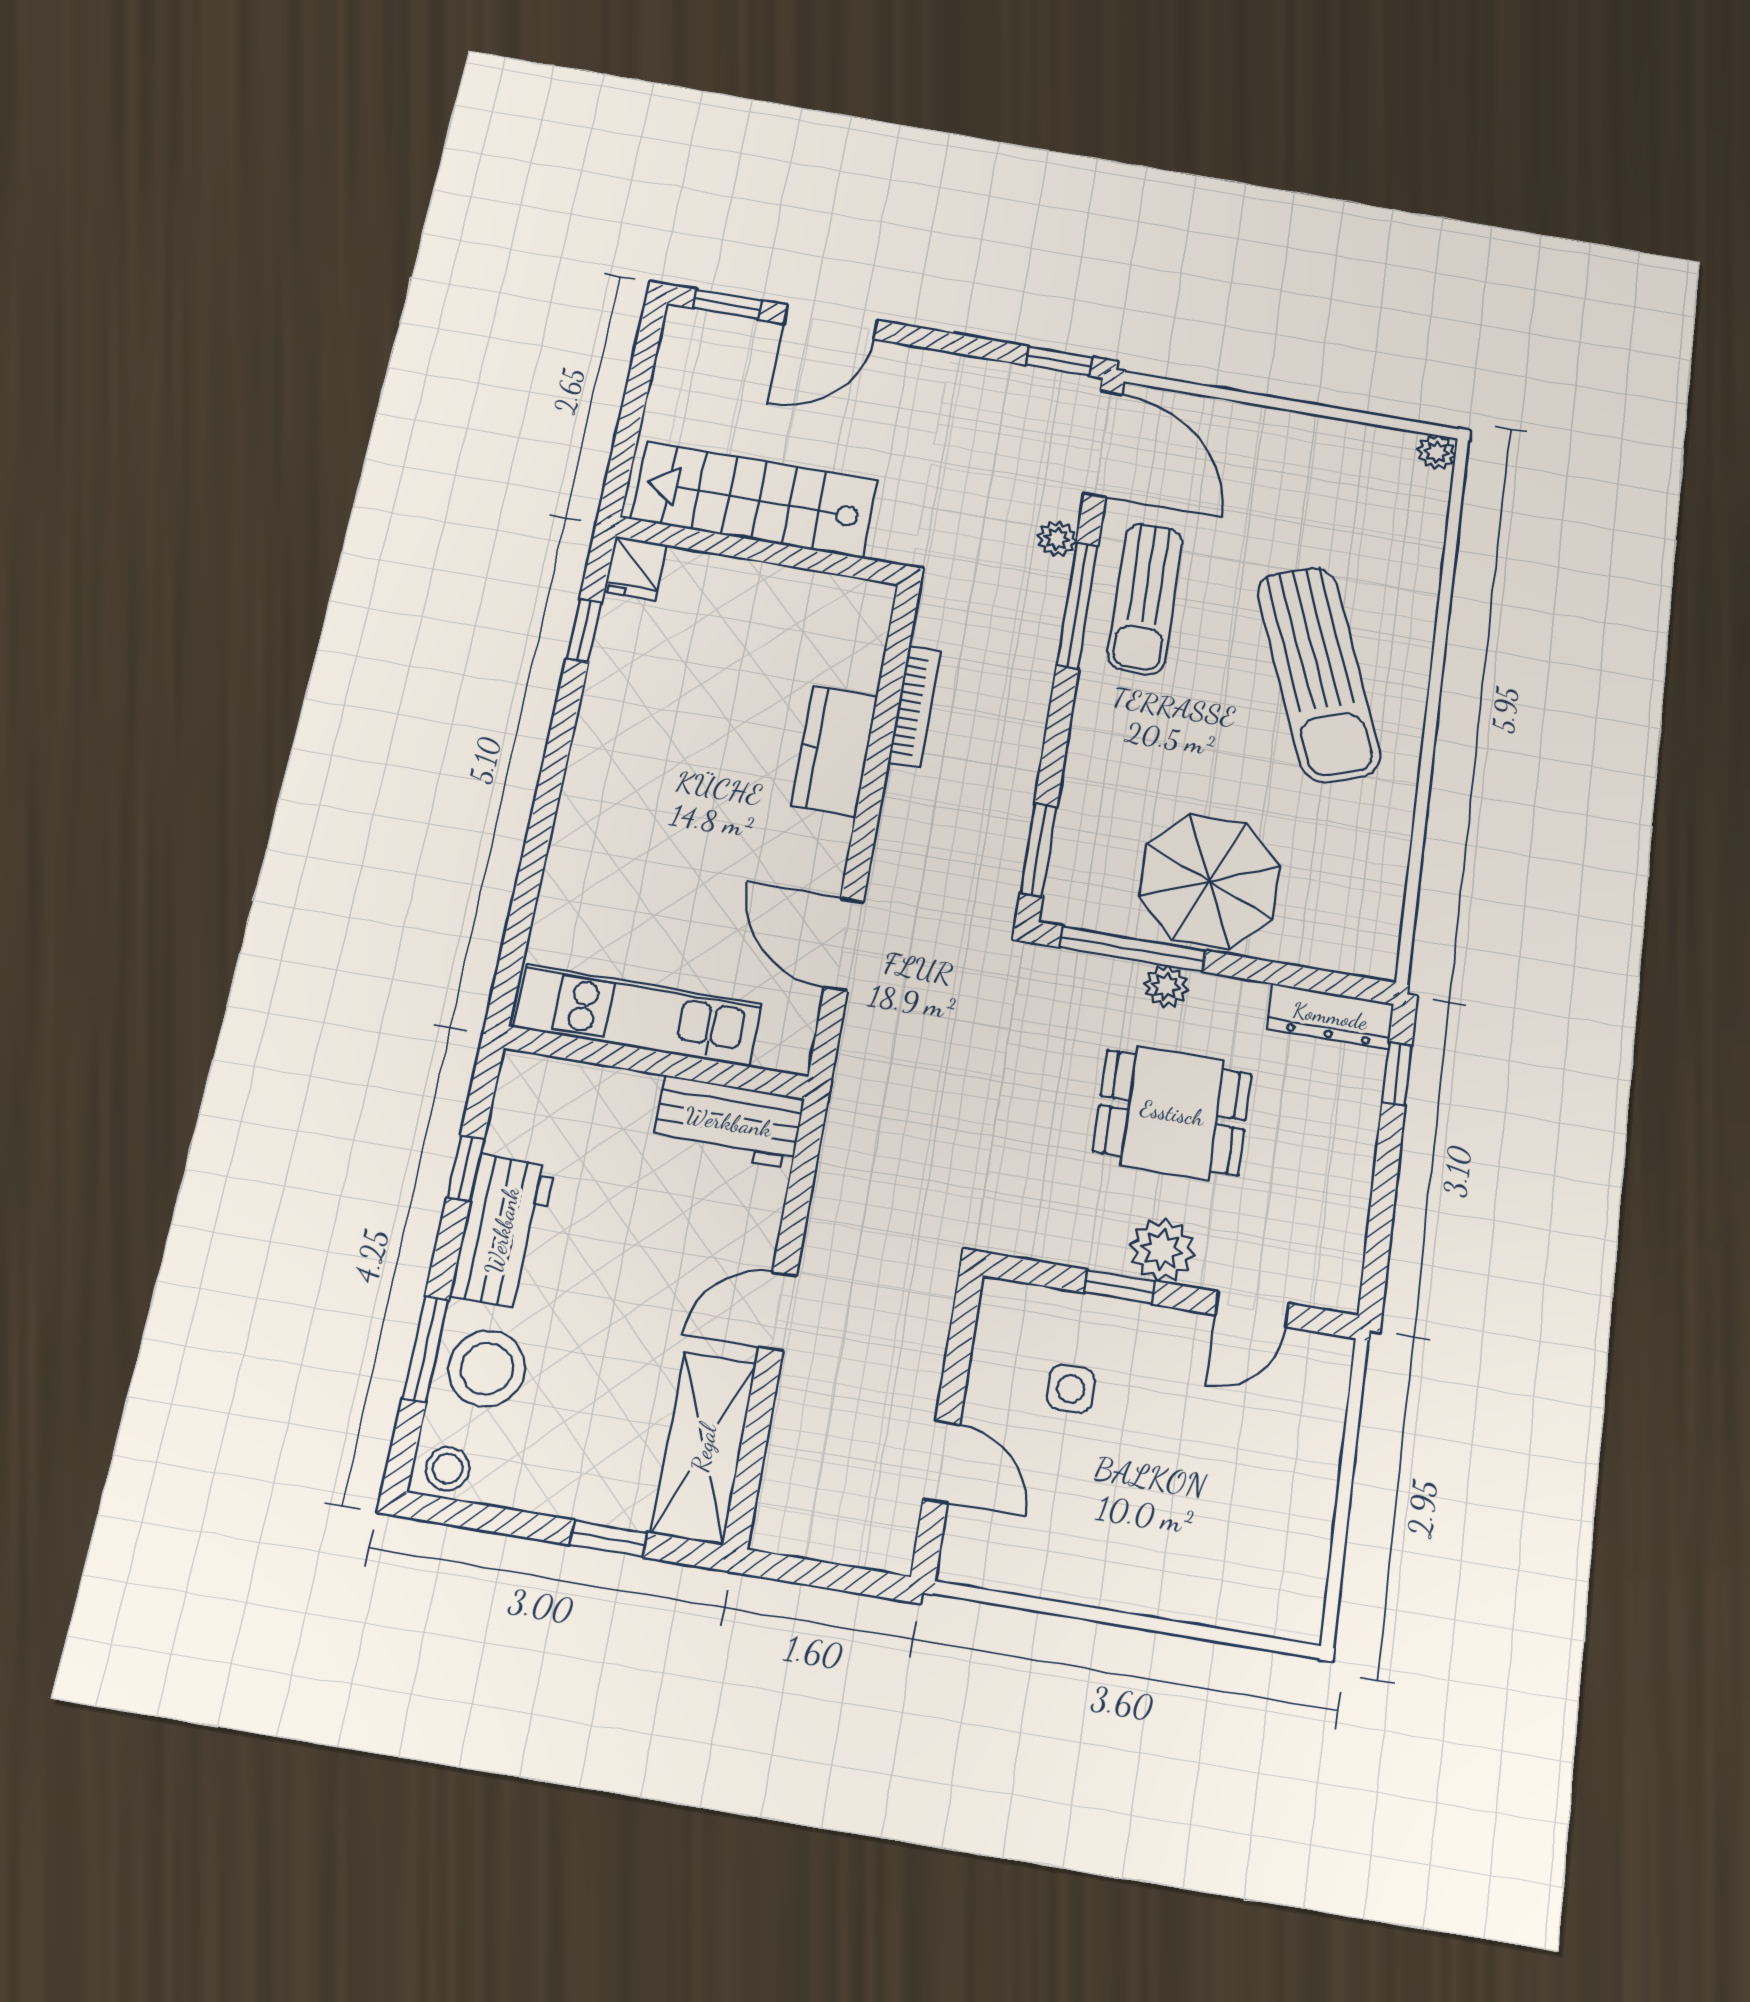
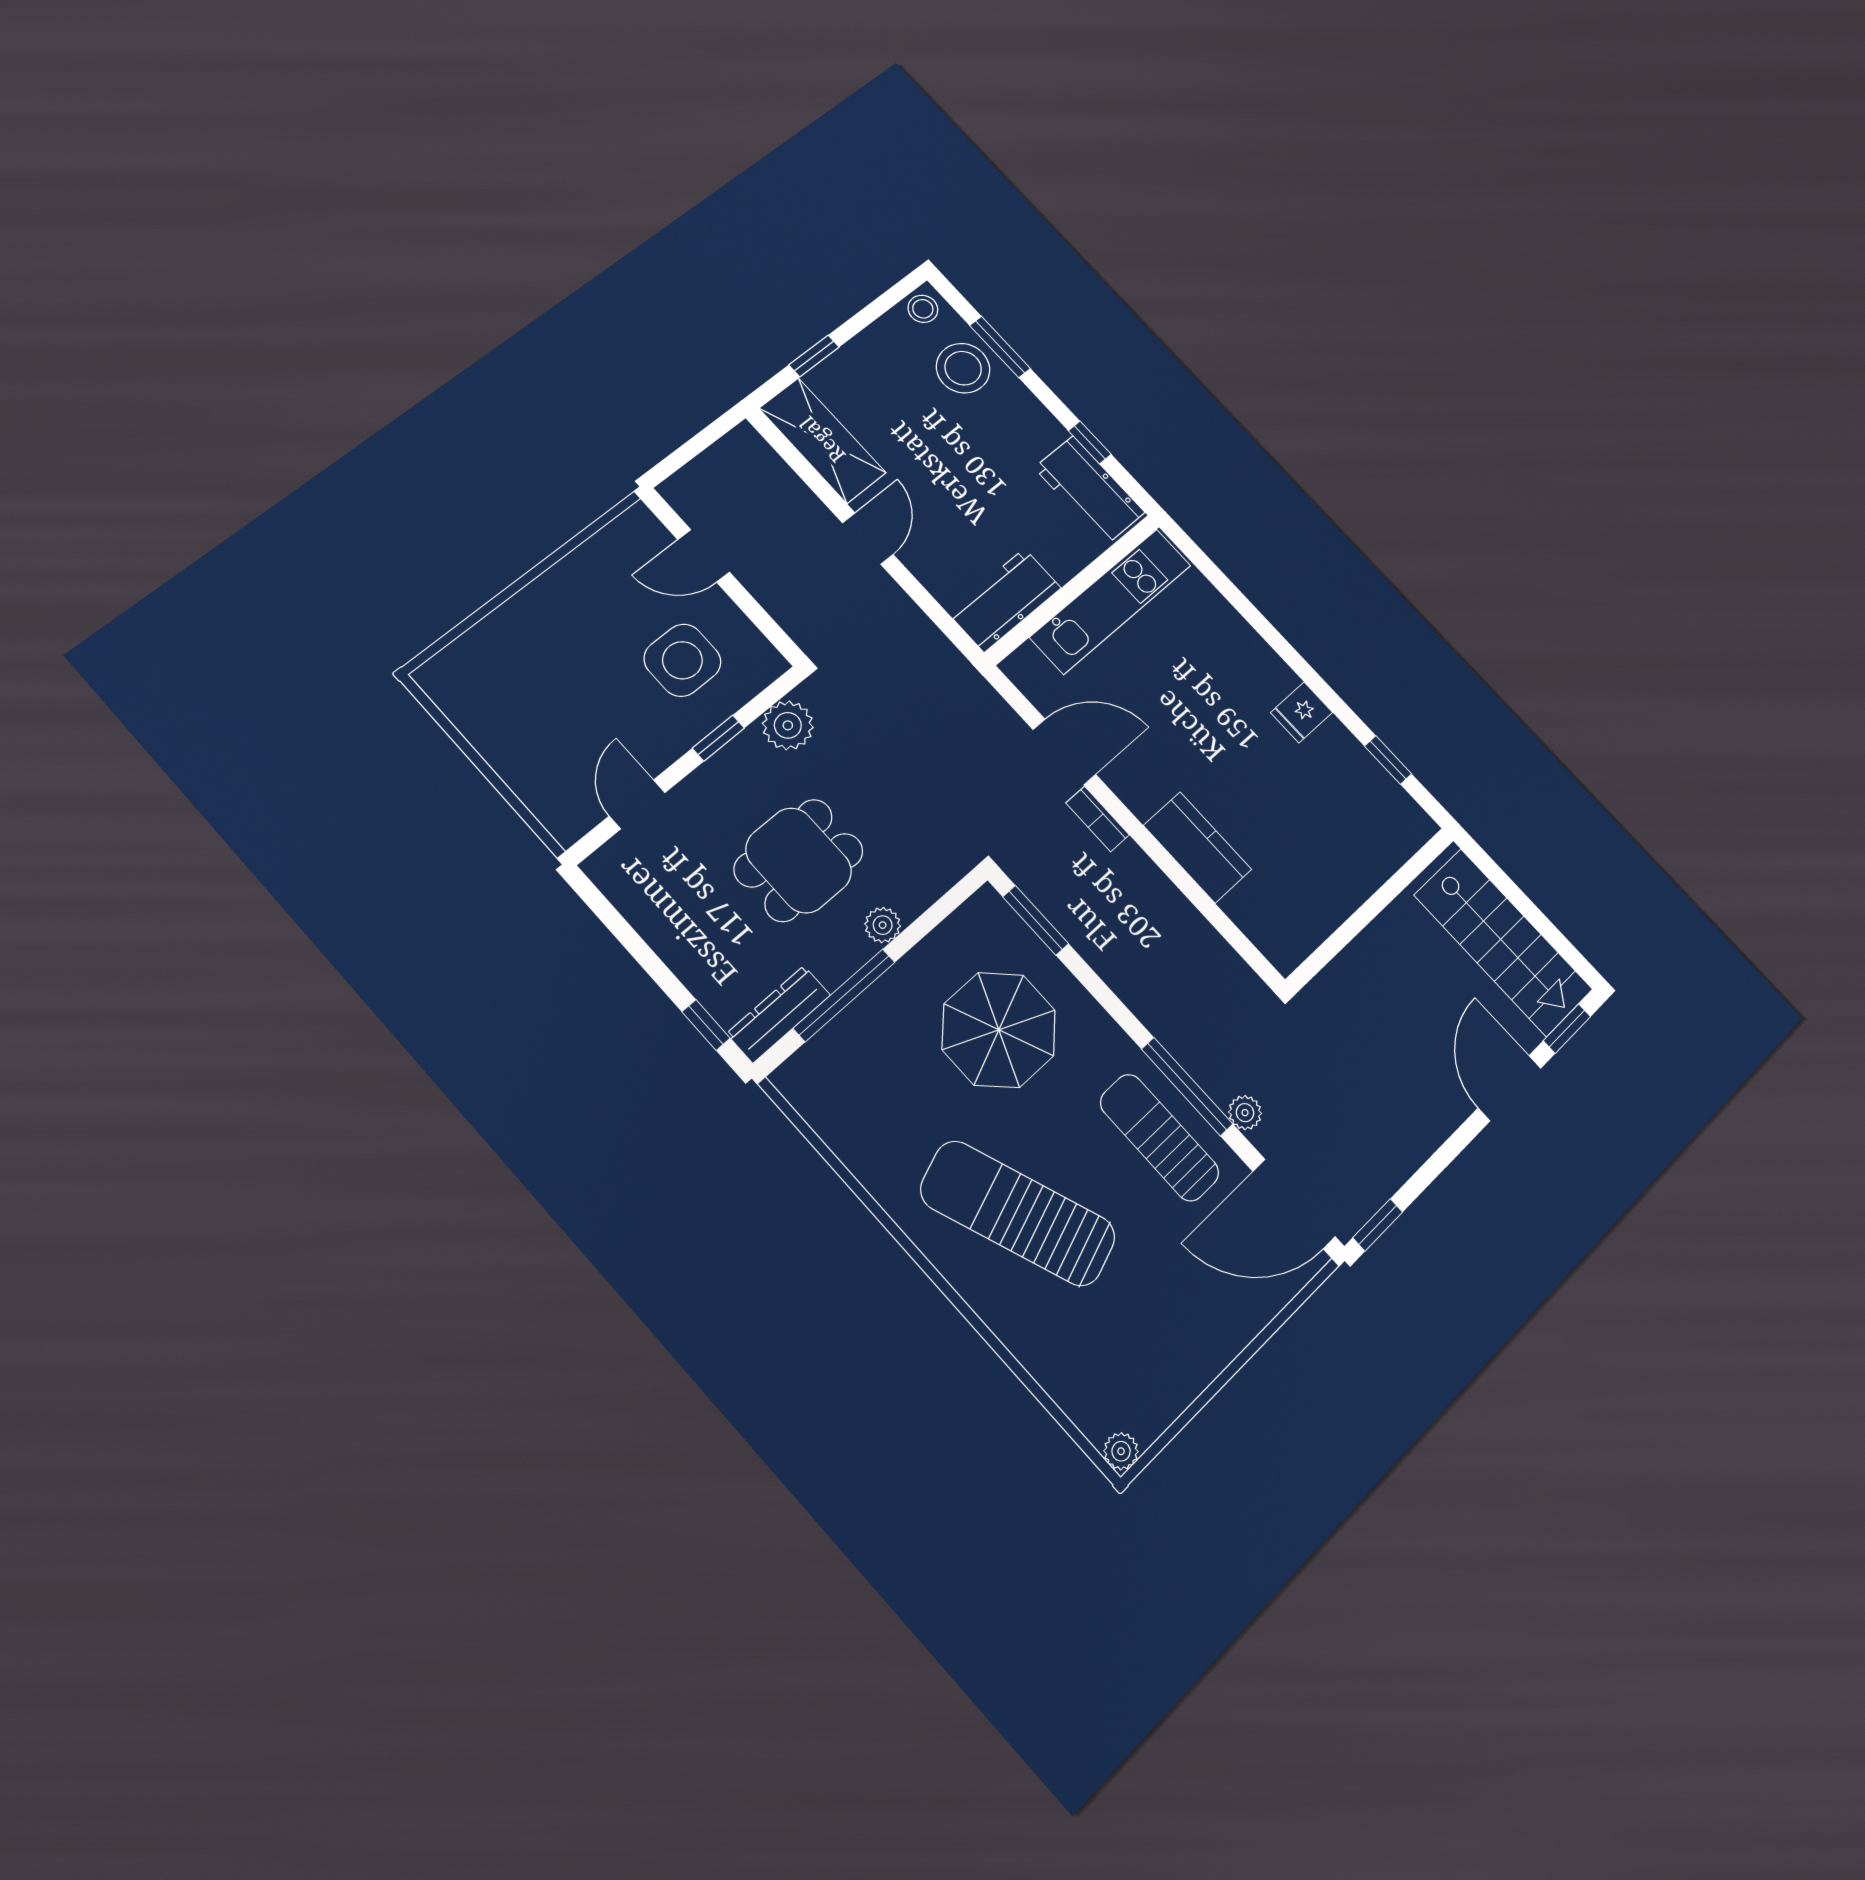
stairs: (755, 500) -> (1503, 942), moved, turned 90
fridge: (636, 568) -> (1302, 712), moved, turned -90
bookcase: (915, 707) -> (1098, 819), moved, width x0.64
parasol: (1209, 881) -> (999, 1030), moved
window: (1133, 949) -> (844, 995), moved
workbench: (502, 1231) -> (1089, 490), moved
plant: (1162, 1250) -> (788, 725), moved
side table: (1071, 1389) -> (682, 660), width x1.87, depth x1.87

